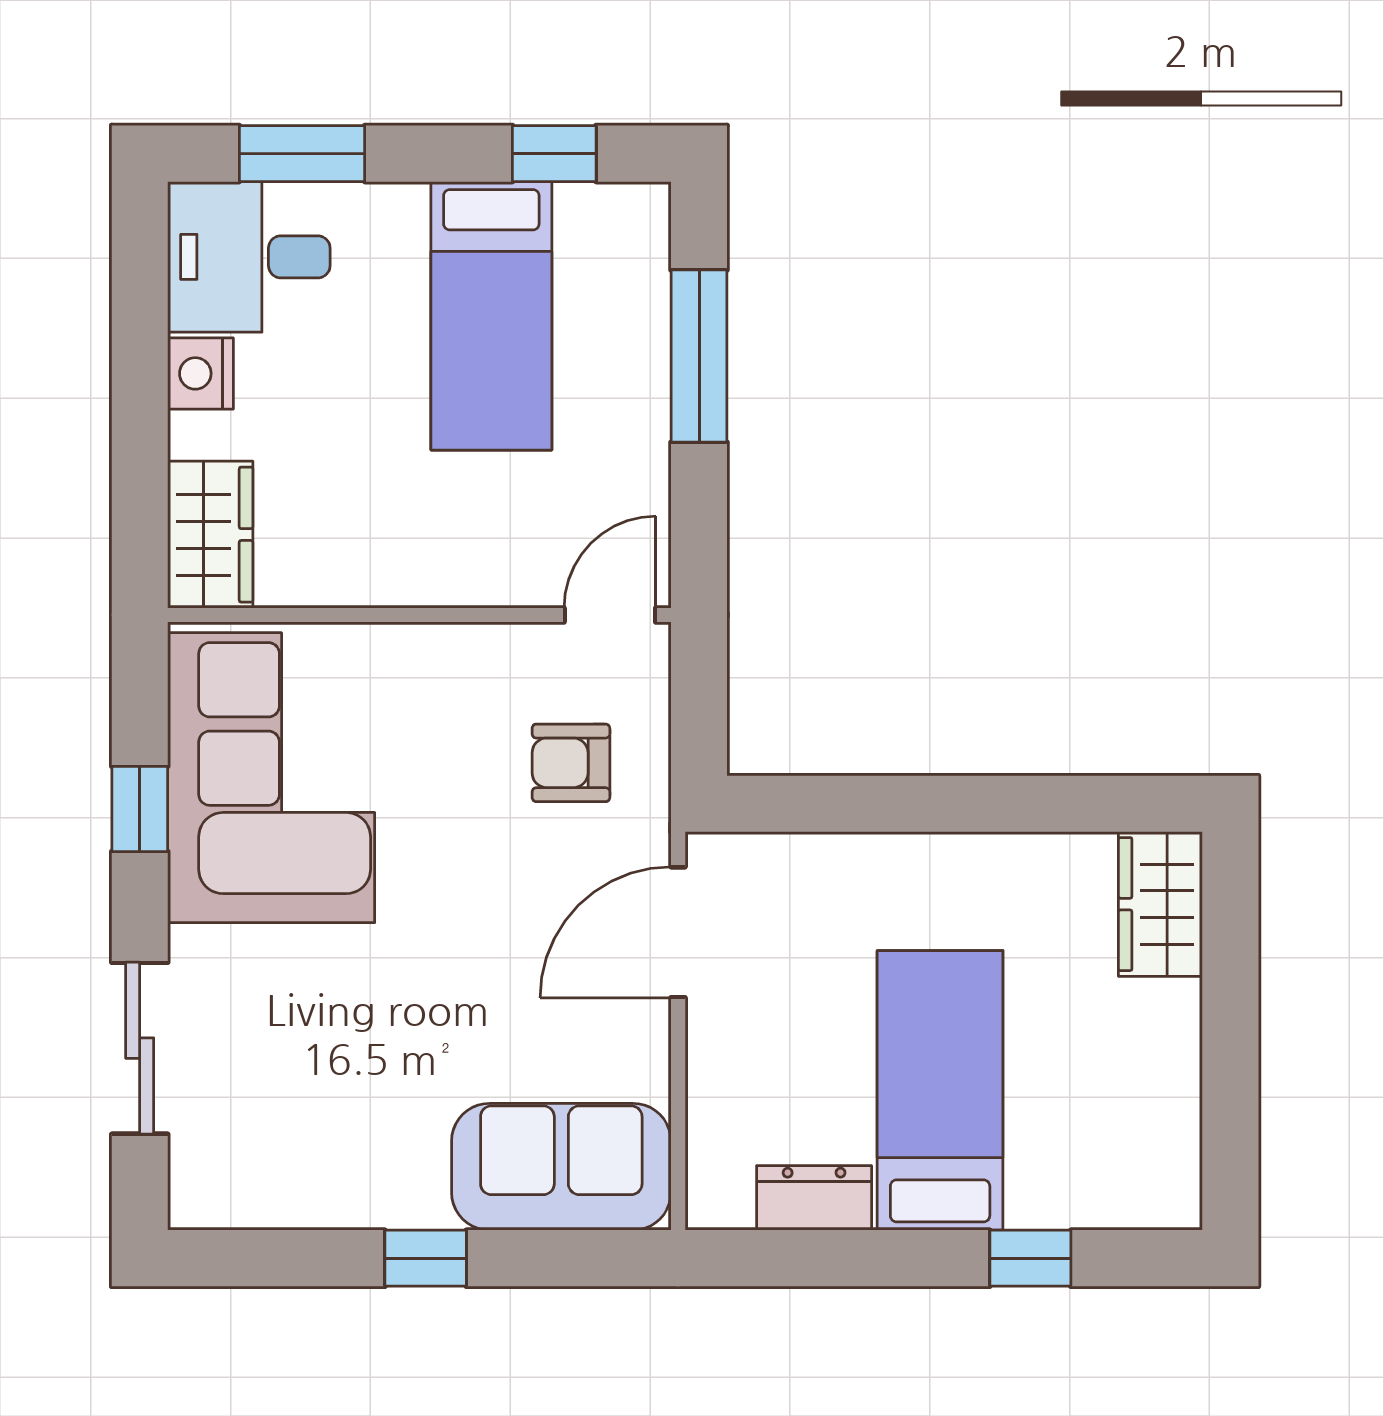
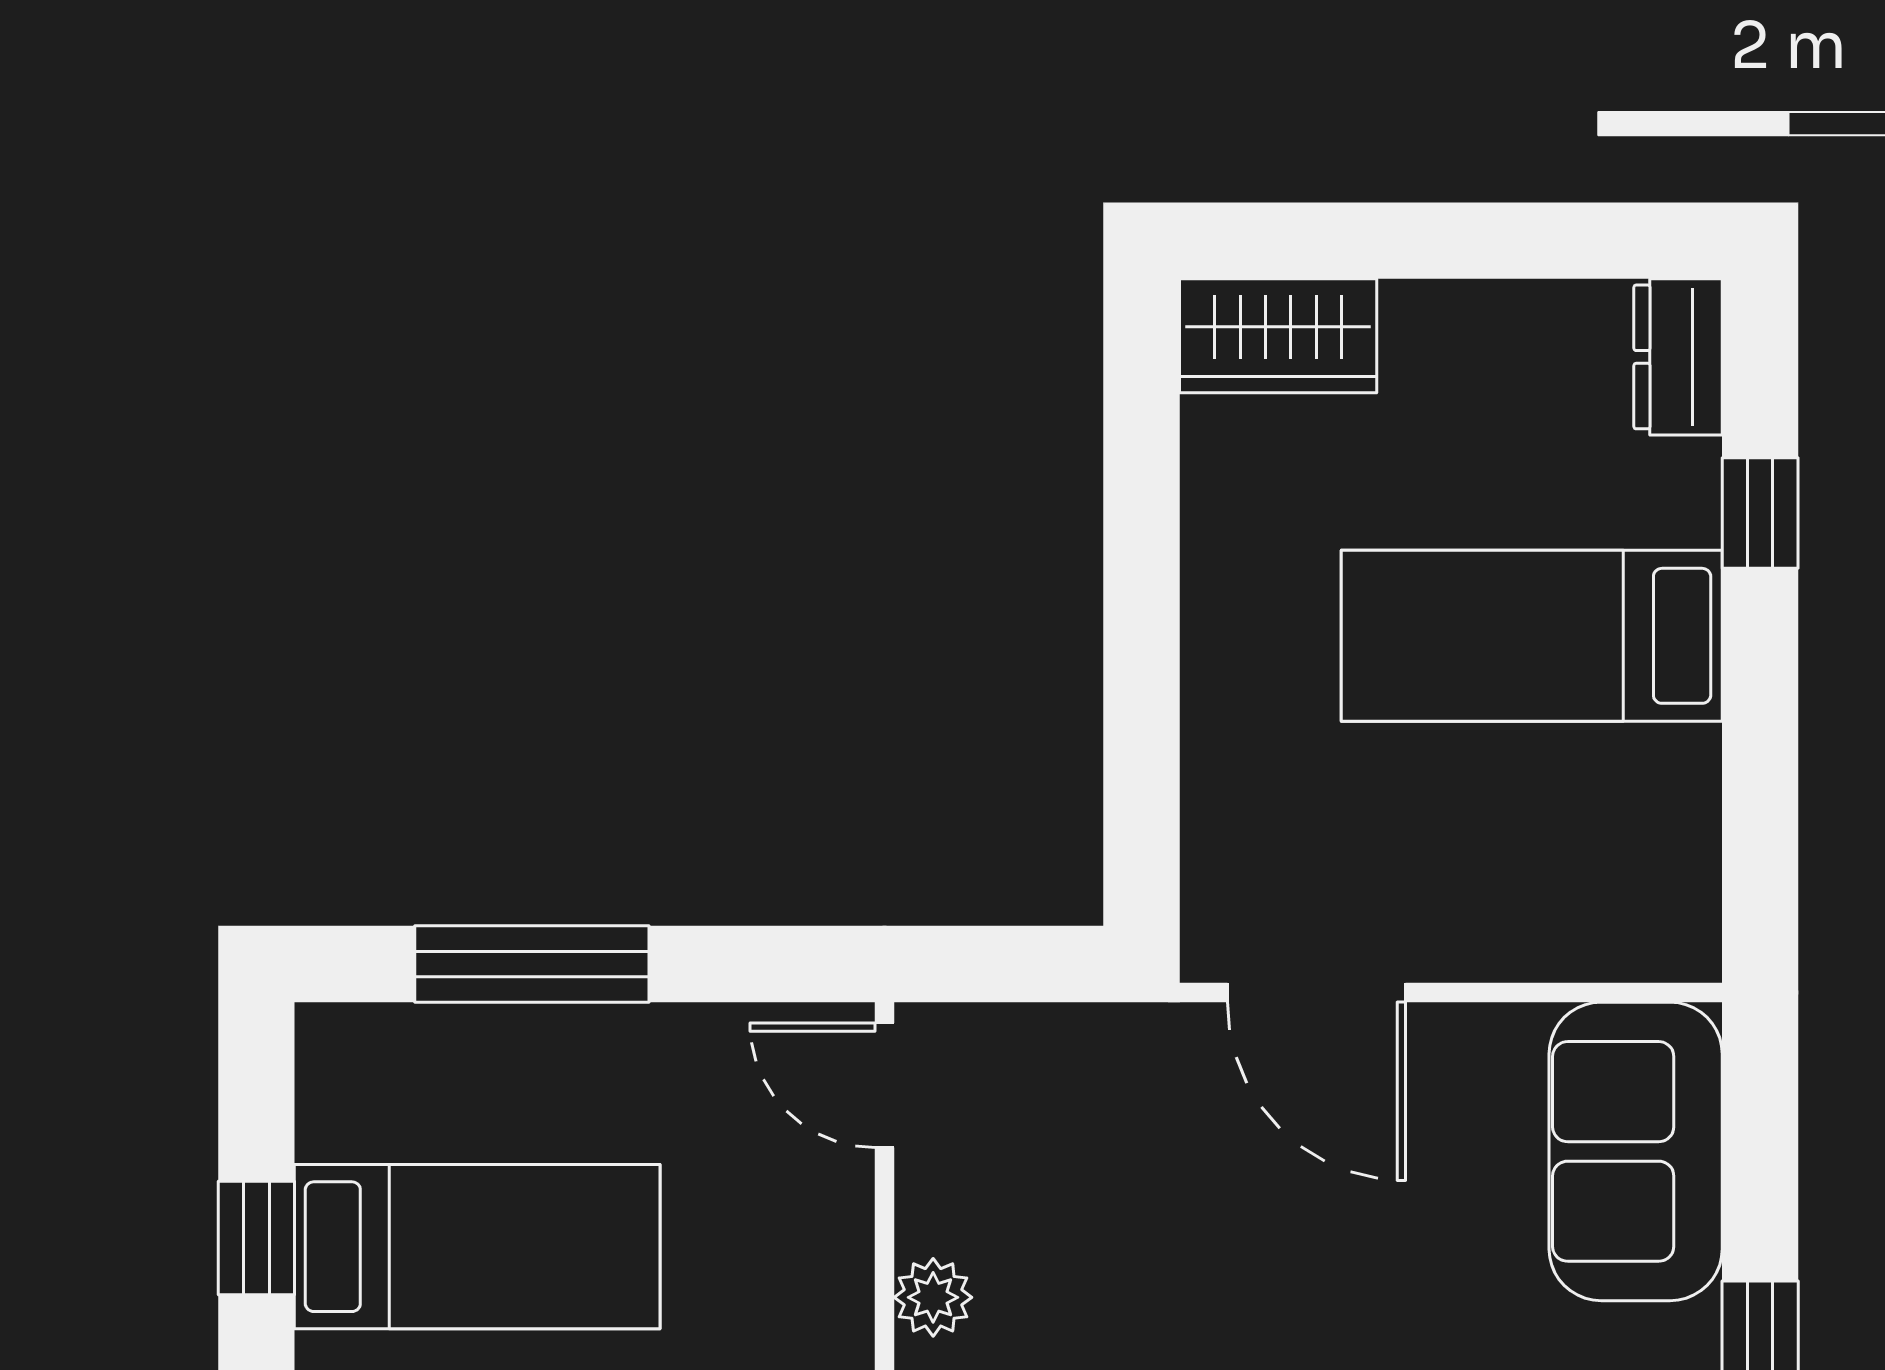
window: (554, 154) -> (256, 1238), moved
plant: (454, 651) -> (933, 1297), added
armchair: (571, 763) -> (1086, 1138), removed
dresser: (814, 1198) -> (1678, 357), moved

